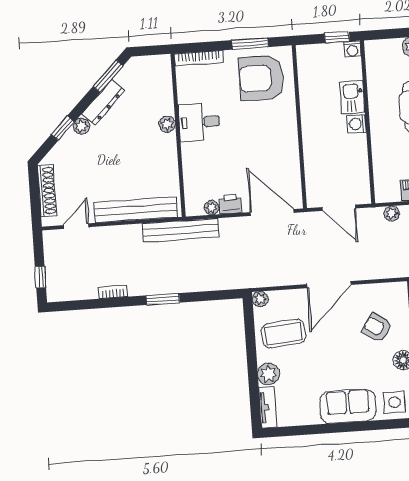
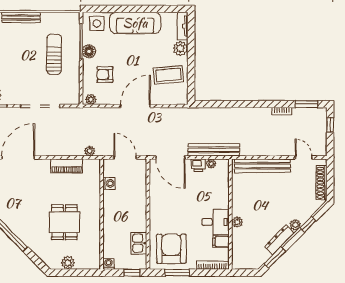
window: (337, 37) -> (132, 273), moved
armchair: (261, 78) -> (171, 249), turned -90
filing cabinet: (189, 94) -> (221, 242), added
kitchen sink: (352, 98) -> (139, 243), moved, turned 180
washing machine: (357, 124) -> (109, 183), moved
door: (76, 226) -> (304, 157), swing flipped
bench: (181, 230) -> (214, 150), moved
window: (163, 299) -> (306, 104), moved
plant: (260, 299) -> (91, 99), moved
armchair: (377, 328) -> (105, 74), turned 146
sofa: (348, 406) -> (135, 23), width x1.36

